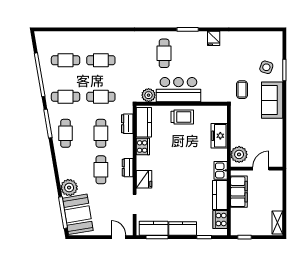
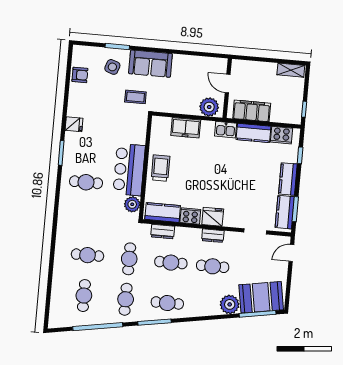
armchair: (257, 40) -> (80, 75), added
cafe table: (101, 60) -> (87, 255), turned 90
fridge: (144, 179) -> (213, 217), moved

